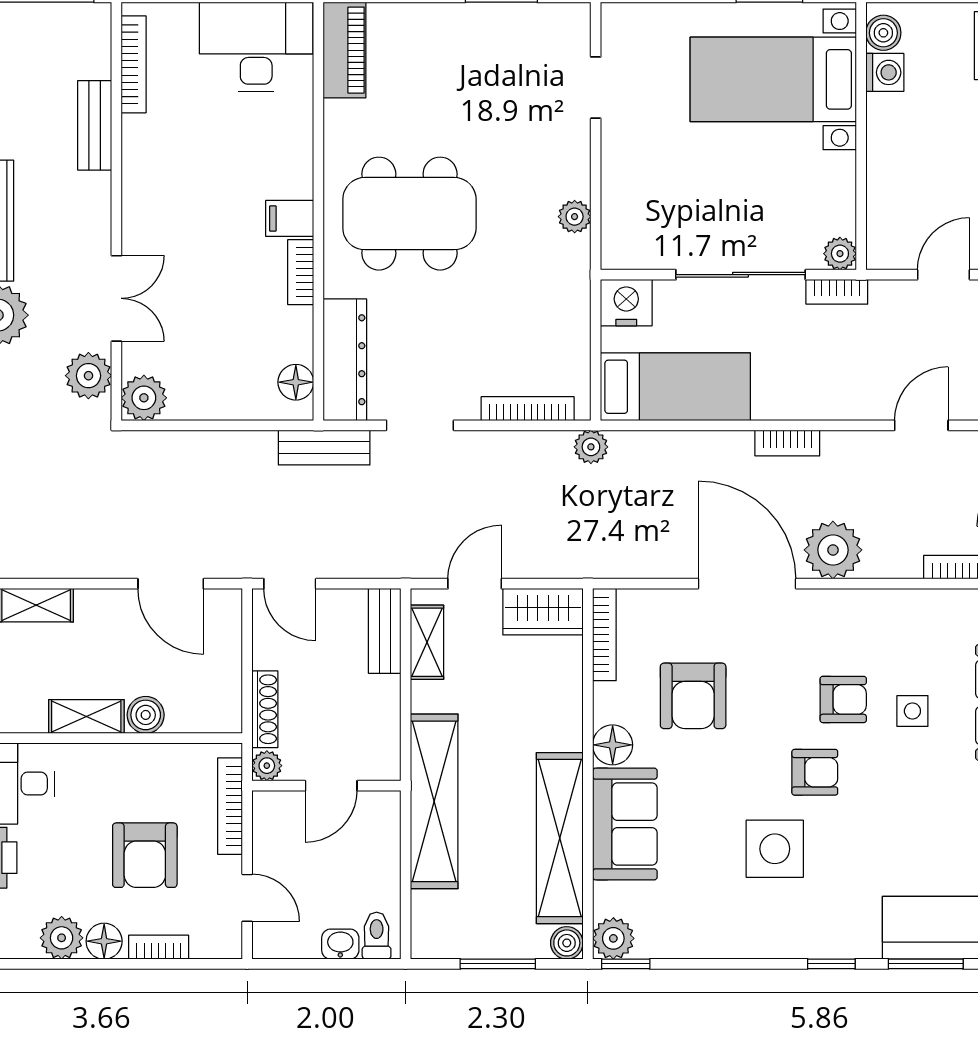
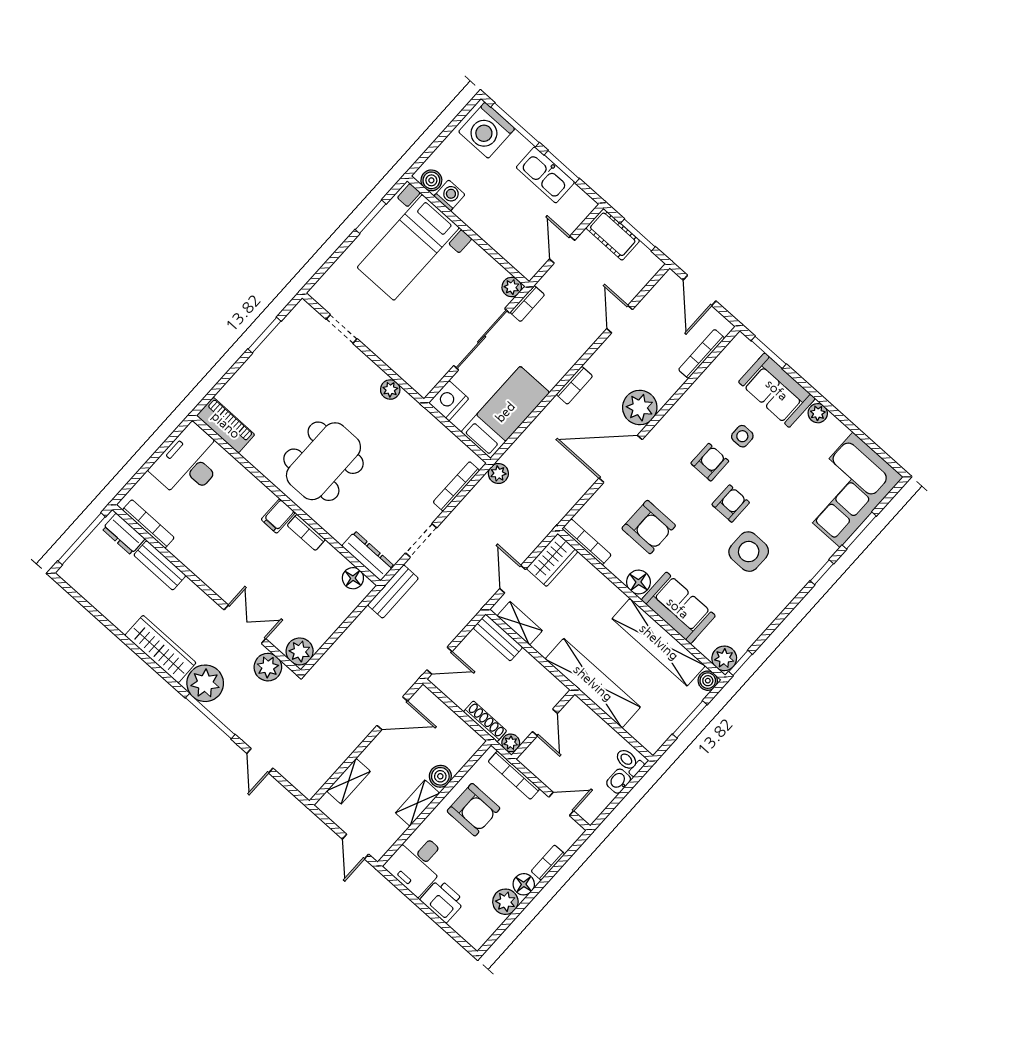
dresser: (93, 45) -> (124, 534), added
dresser: (345, 360) -> (368, 556), width x0.73, depth x0.80
armchair: (145, 855) -> (474, 810), moved

